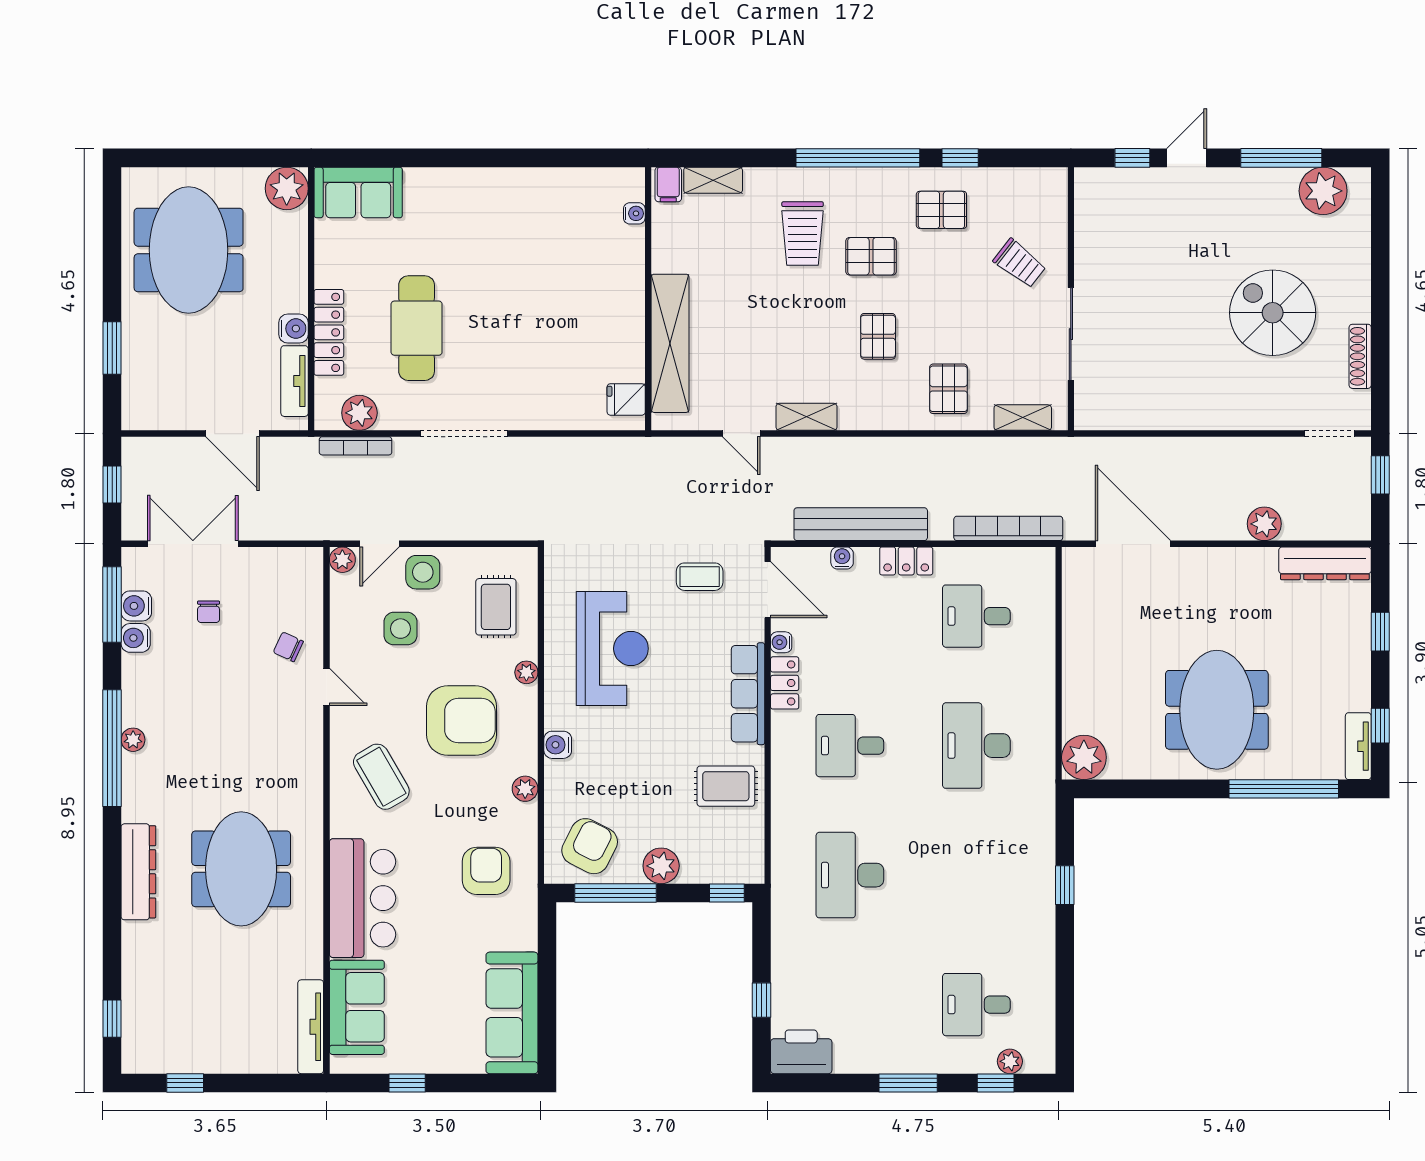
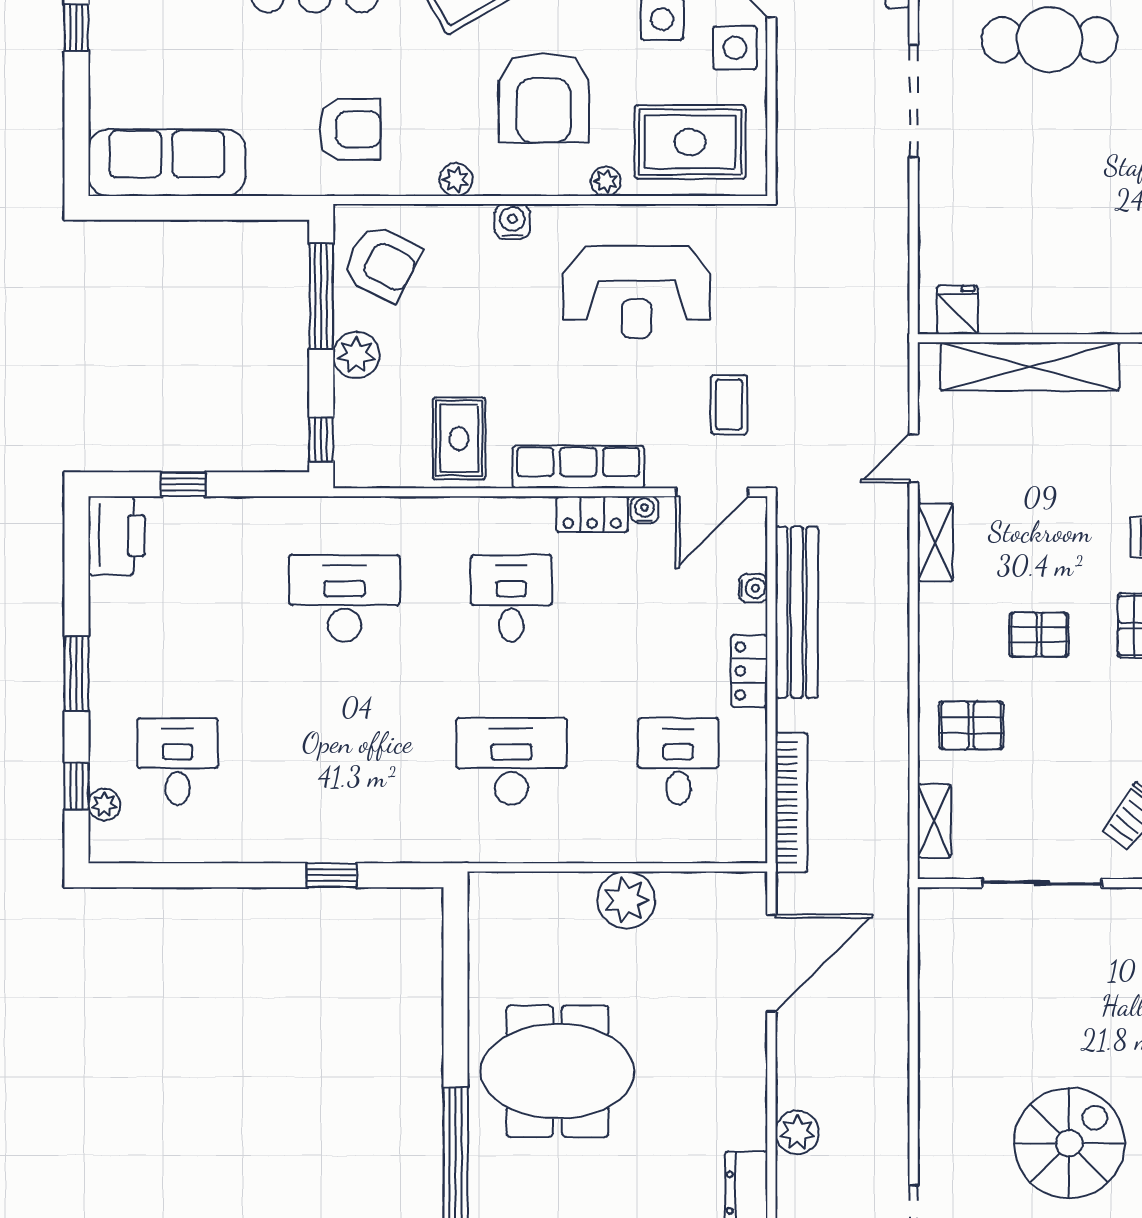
rug: (496, 607) -> (690, 142), width x1.36, depth x1.43
plant: (1084, 757) -> (626, 900), moved

